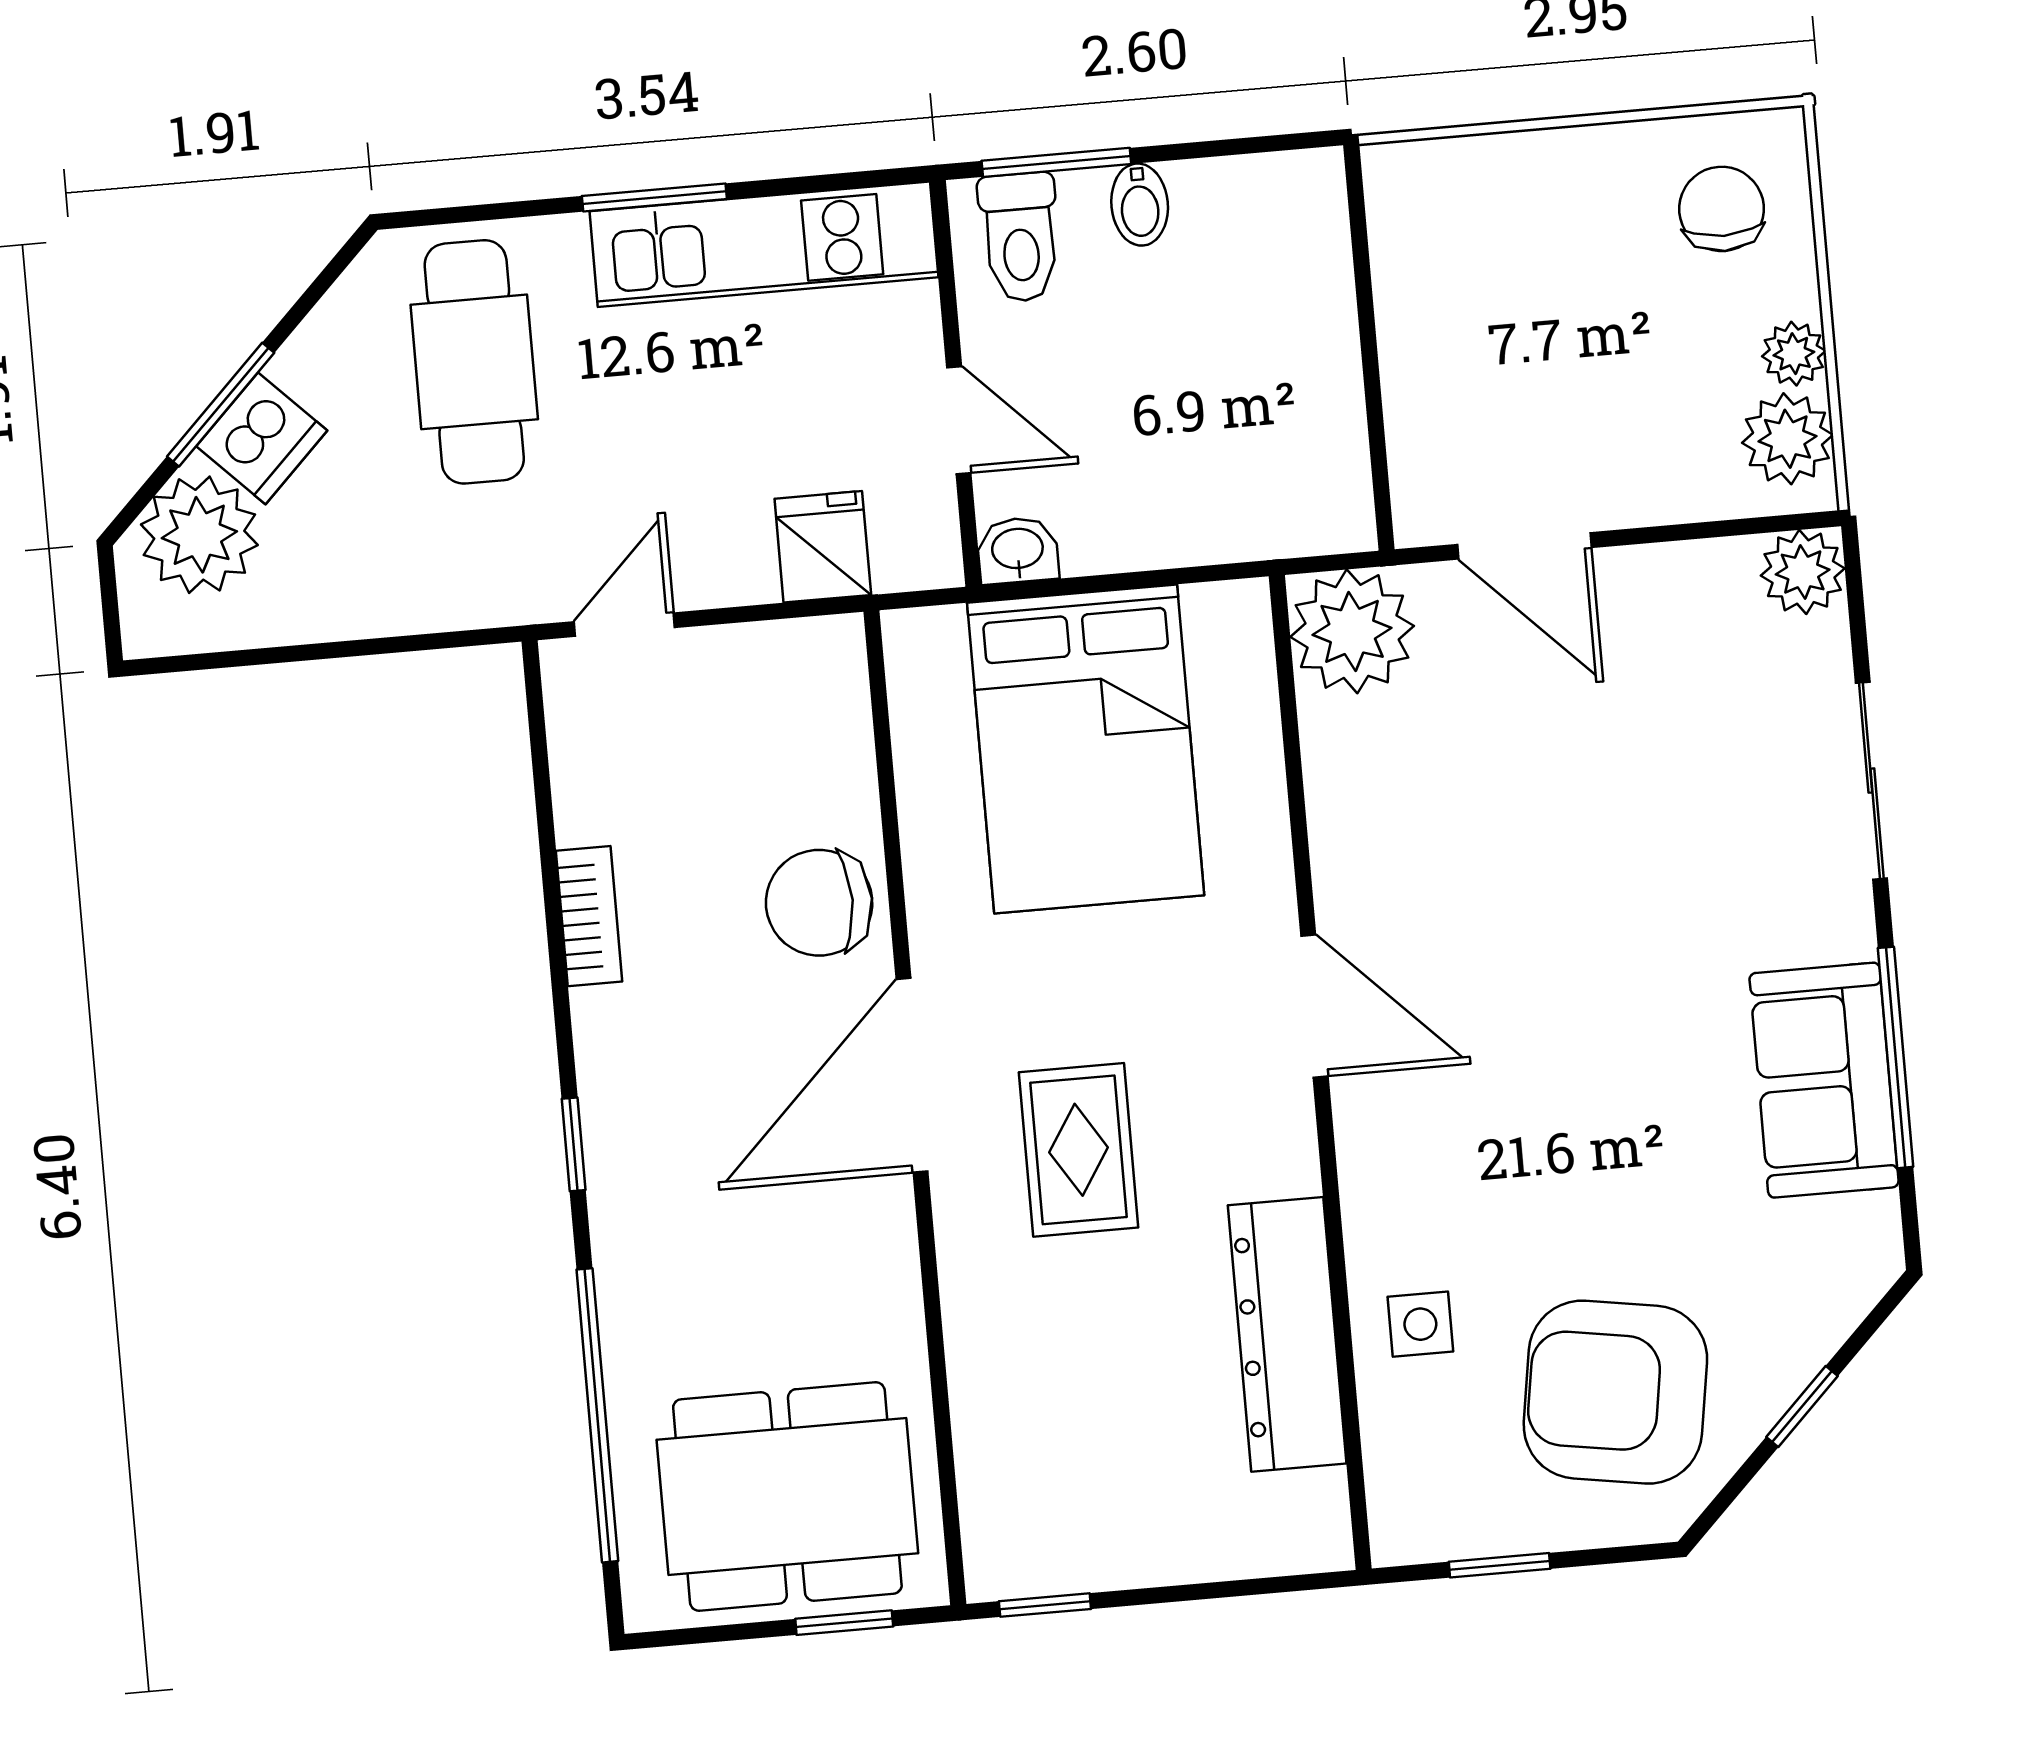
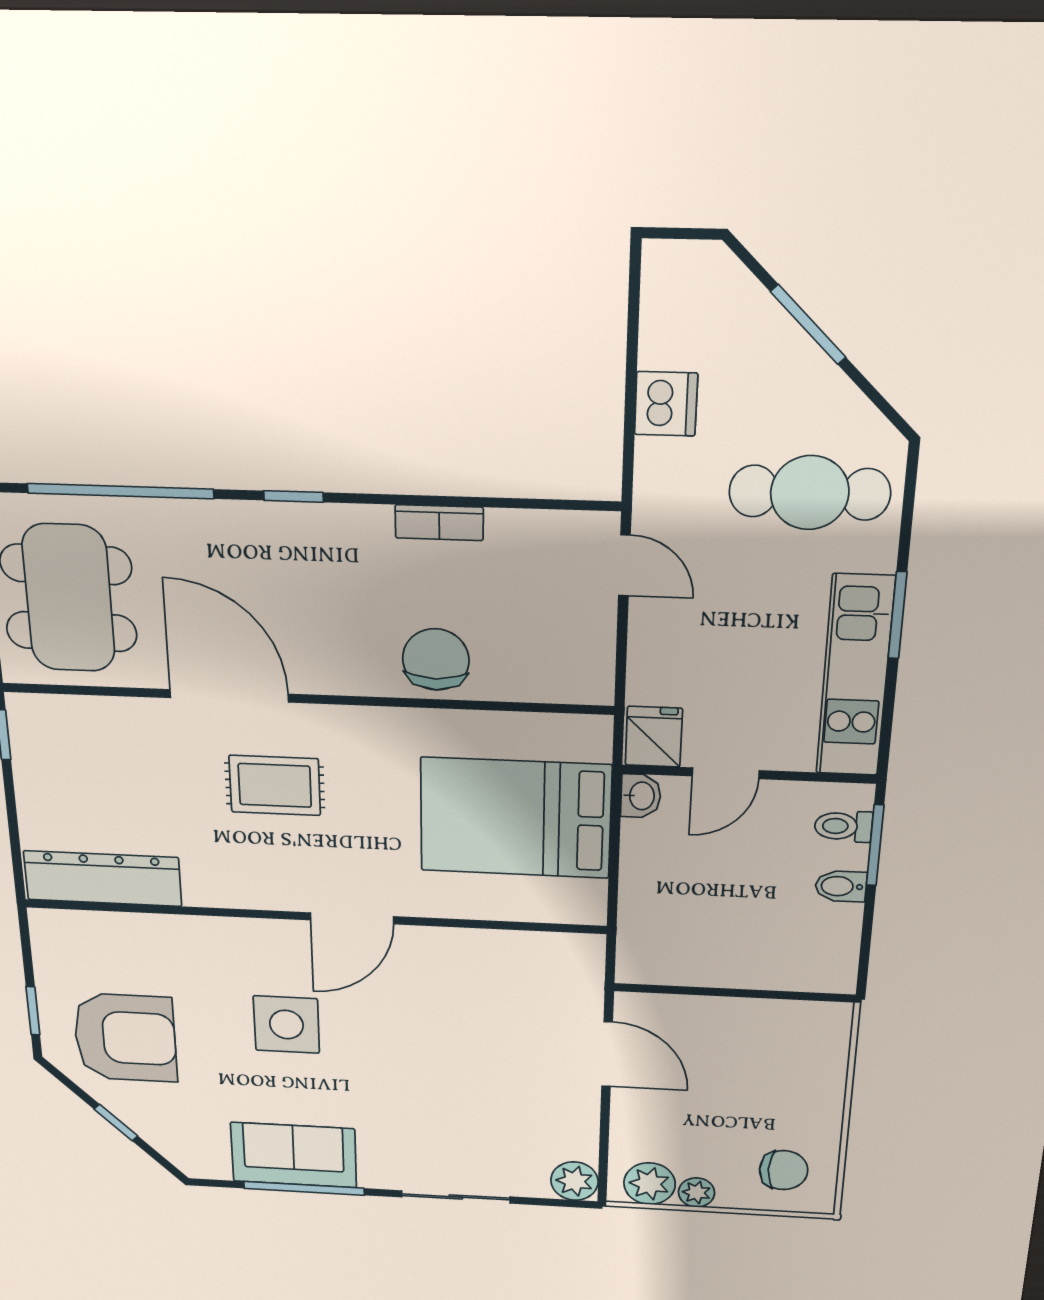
toilet: (1020, 237) -> (843, 826), width x0.73, depth x0.72
dishwasher: (262, 438) -> (666, 404), moved, turned -135
plant: (199, 535) -> (721, 300), removed
door: (1524, 546) -> (607, 1054), swing flipped
fridge: (823, 547) -> (654, 737), moved, turned -90
plant: (1352, 631) -> (569, 964), removed
door: (912, 1075) -> (229, 696), moved
side table: (1420, 1324) -> (286, 1025), moved, width x1.87, depth x1.87
dresser: (1287, 1334) -> (103, 879), moved
armchair: (1615, 1392) -> (125, 1038), turned 81
window: (1500, 1565) -> (33, 1011), moved

